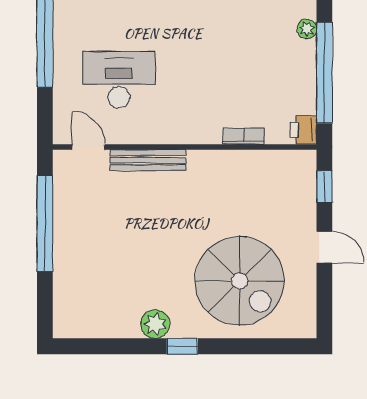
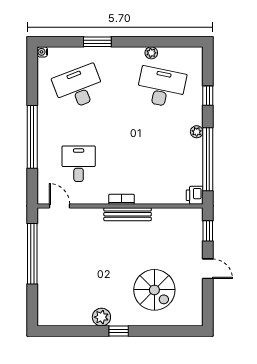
desk: (119, 80) -> (79, 164), width x0.73
bookcase: (244, 136) -> (121, 199), moved
bench: (148, 160) -> (128, 214), moved
spiral stairs: (240, 281) -> (154, 290), width x0.73, depth x0.73

